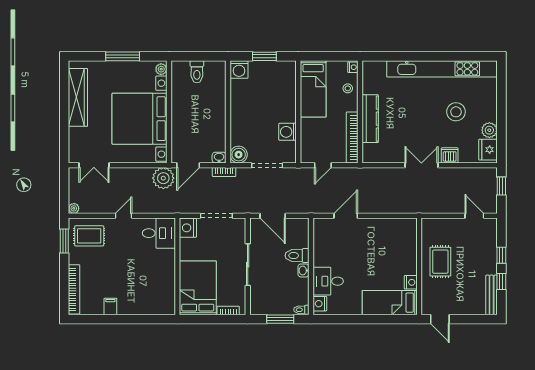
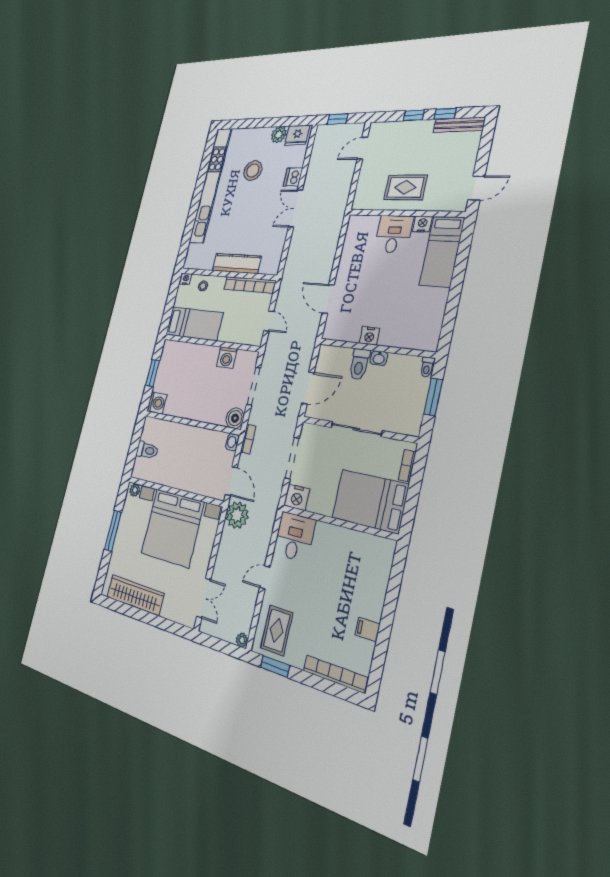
door: (124, 216) -> (265, 577), hinge flipped
desk: (328, 281) -> (394, 234), moved, turned 180
nightstand: (320, 304) -> (369, 336), moved

